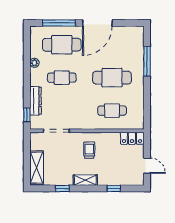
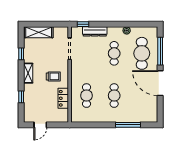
cafe table: (112, 78) -> (114, 96), width x0.73, depth x0.74
locker: (132, 138) -> (63, 98), moved

